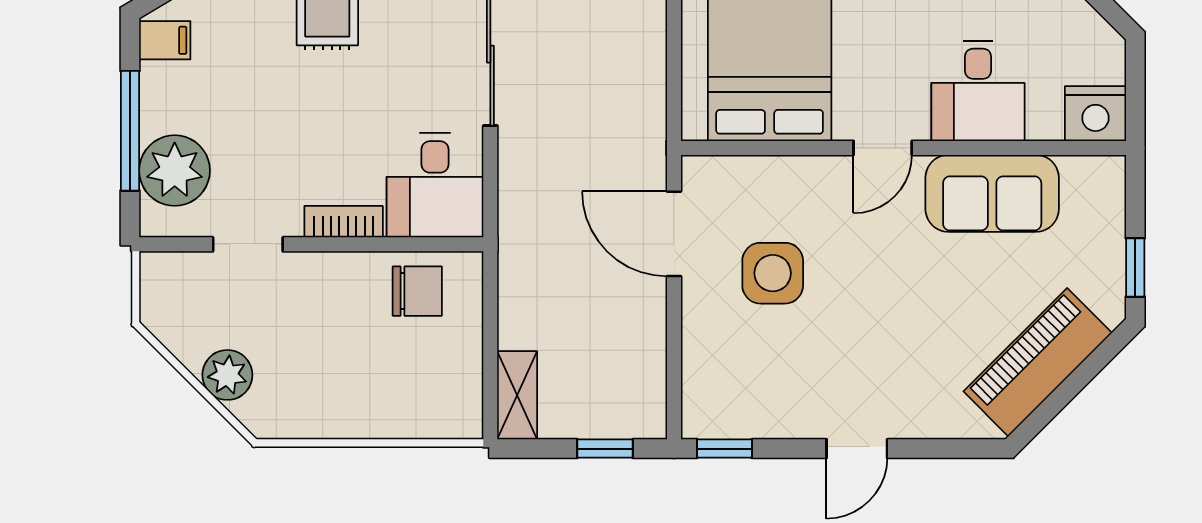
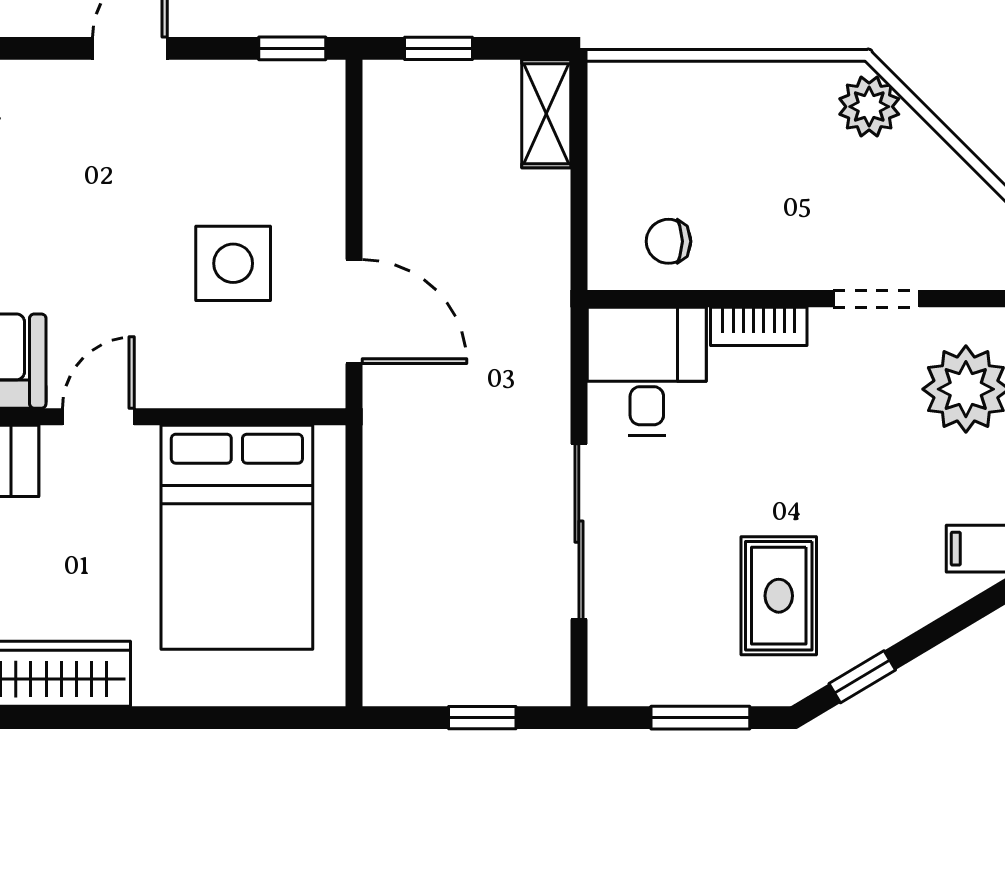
chair: (417, 291) -> (668, 241), width x0.73, depth x0.73
plant: (227, 375) -> (869, 107), moved

